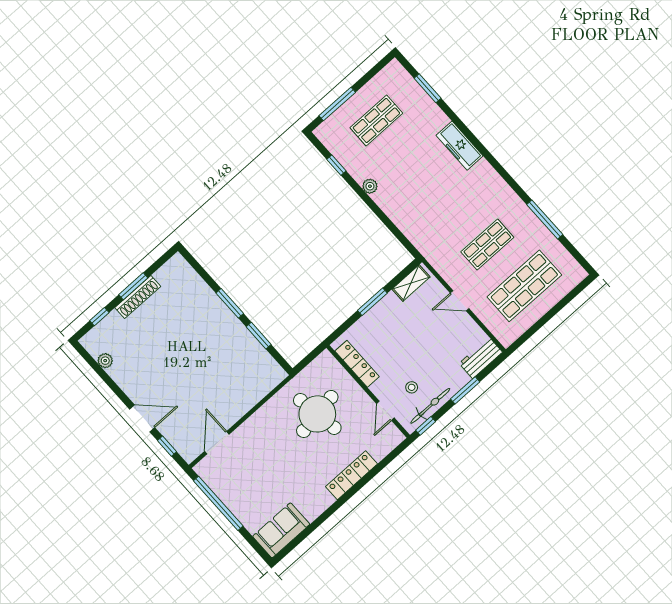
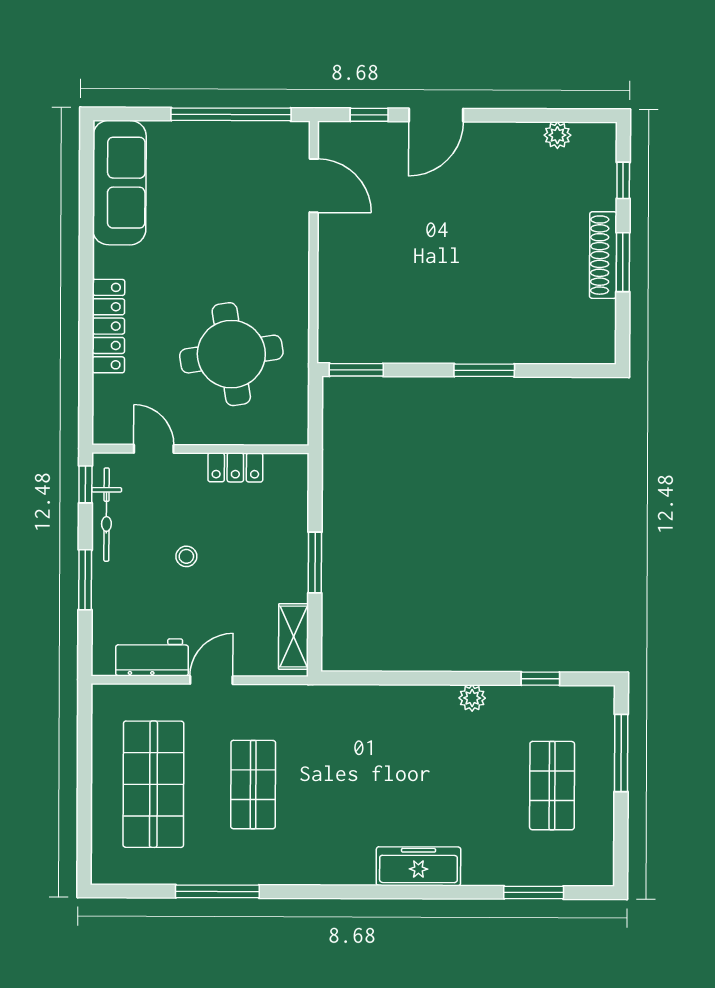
window: (259, 336) -> (356, 370), moved
workbench: (481, 358) -> (152, 657), moved, turned -90
locker: (357, 364) -> (235, 467), width x0.66
stool: (412, 387) -> (186, 556), moved
sofa: (281, 530) -> (119, 183), width x1.36

